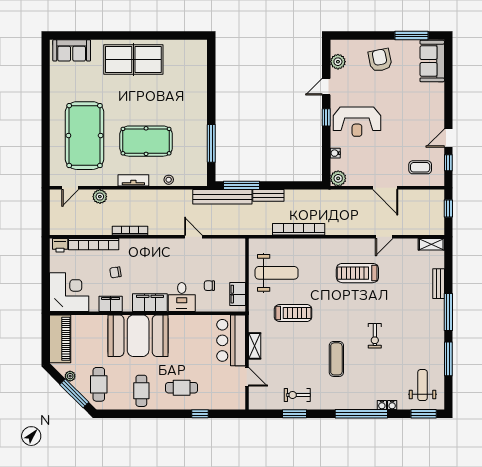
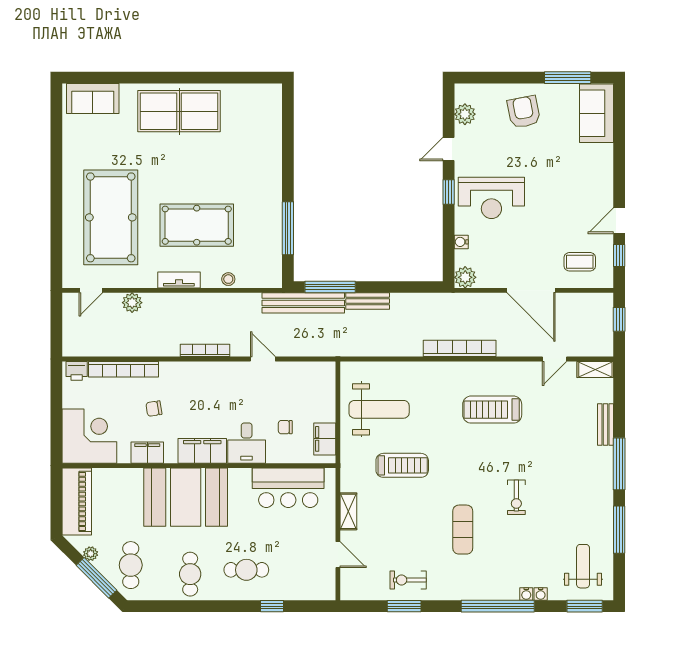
door: (385, 188) -> (531, 290), width x1.36
bookcase: (299, 229) -> (460, 348), moved
bookcase: (130, 231) -> (205, 350), moved
door: (384, 237) -> (554, 359), moved
bar counter: (231, 340) -> (288, 488), moved, turned -90

